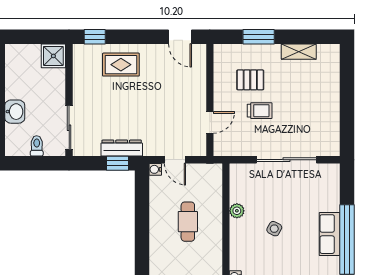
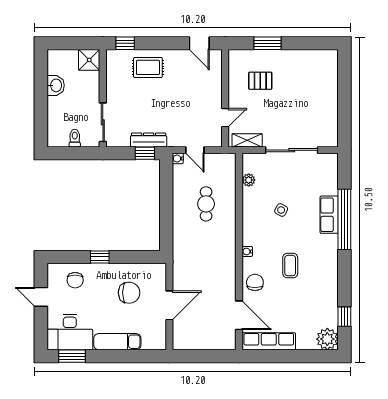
shelving: (299, 52) -> (247, 140), moved
trolley: (260, 111) -> (268, 107), removed
washbasin: (15, 112) -> (56, 85), moved
plant: (237, 211) -> (249, 180), moved

